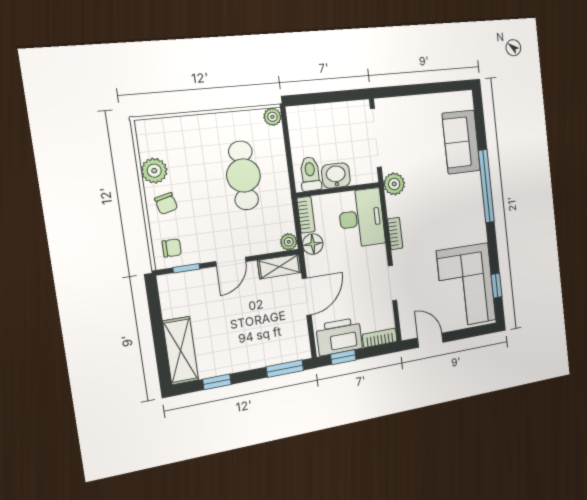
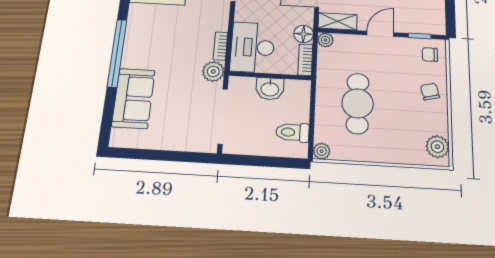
plant: (154, 171) -> (437, 147), moved
toilet: (310, 174) -> (292, 132), moved, turned 90
bookcase: (395, 234) -> (220, 46), moved

